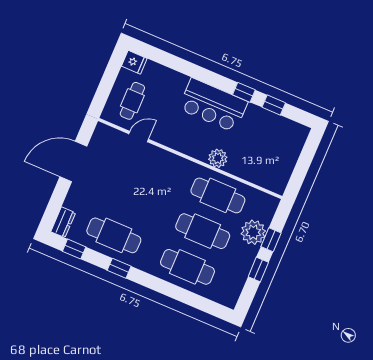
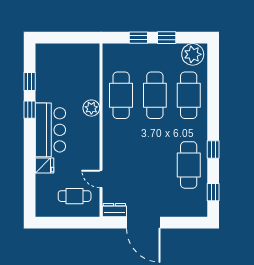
fridge: (134, 62) -> (45, 166), moved, turned 90
dresser: (63, 222) -> (114, 210), moved
plant: (253, 232) -> (193, 54), moved

